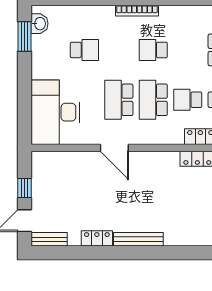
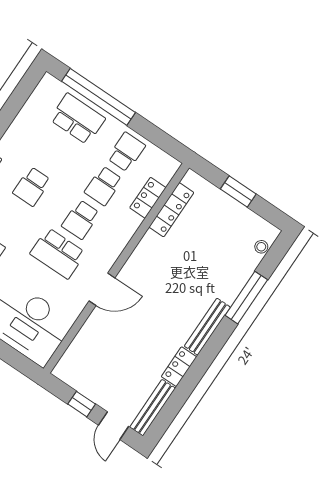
school desk: (153, 100) -> (81, 219), width x0.54
bench: (49, 239) -> (153, 408), width x1.36
window: (177, 253) -> (246, 298), added

